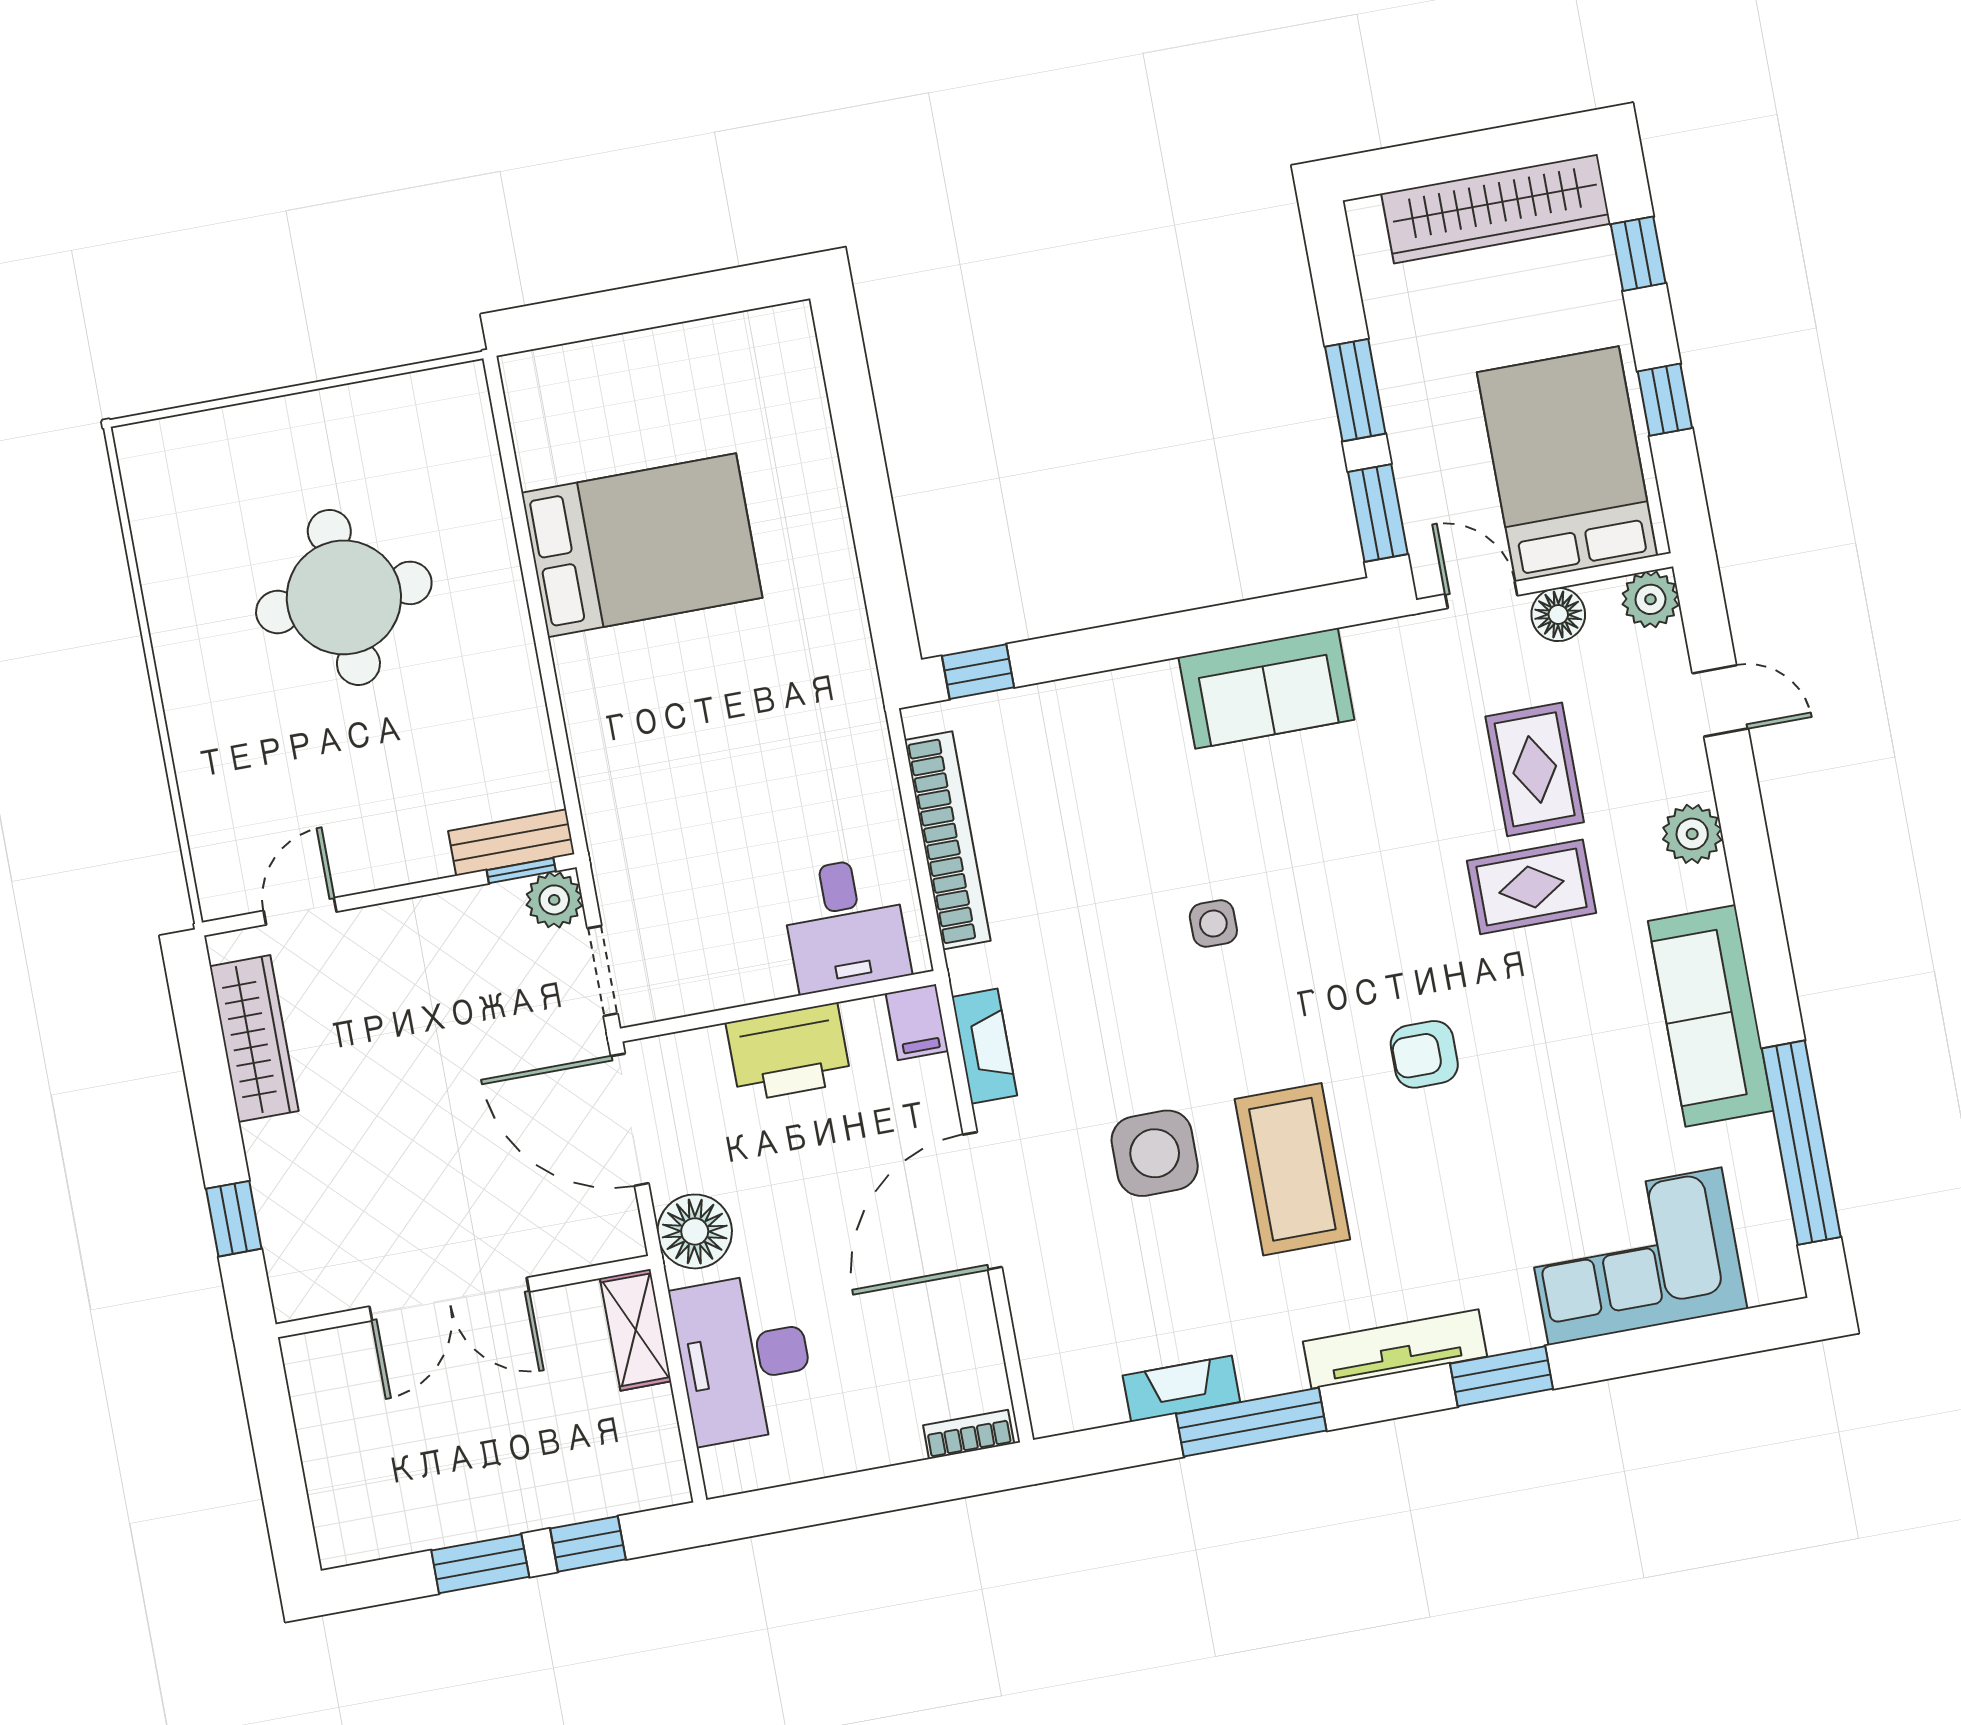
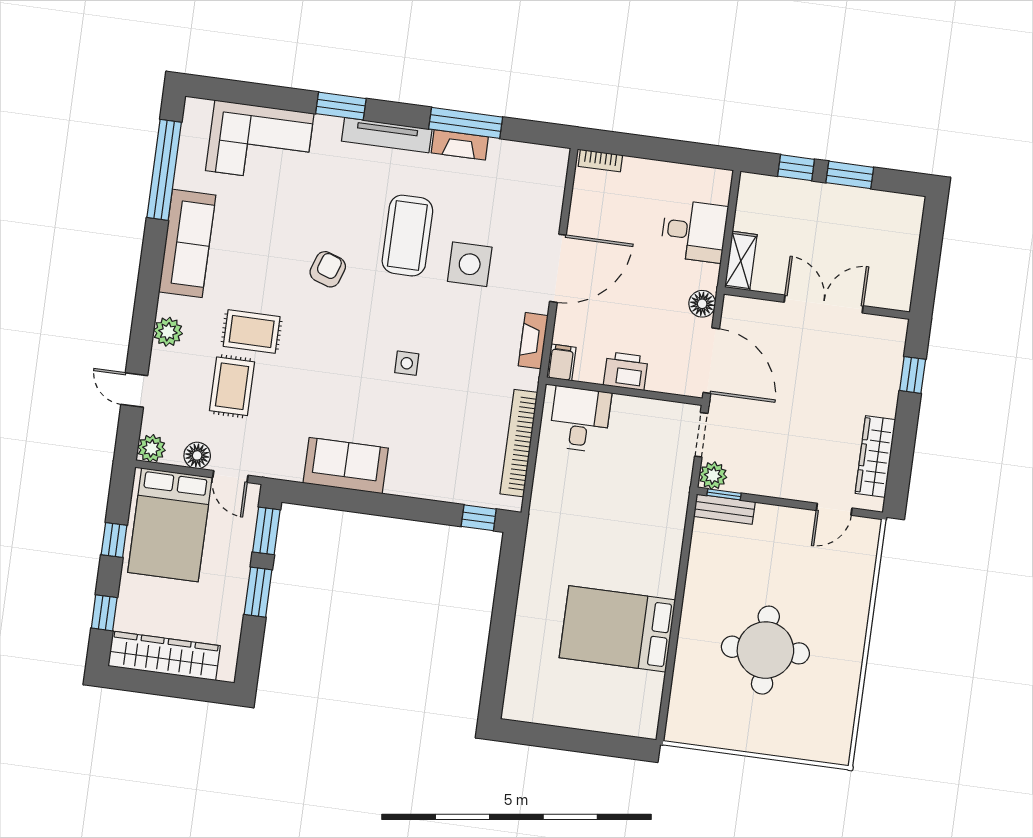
printer: (789, 1052) -> (626, 371), width x0.73, depth x0.84
armchair: (1424, 1054) -> (328, 269), turned -71
floor lamp: (695, 1231) -> (702, 304), width x0.73, depth x0.73
desk: (744, 1358) -> (694, 231), width x0.73
fireplace: (1181, 1389) -> (460, 145), moved

